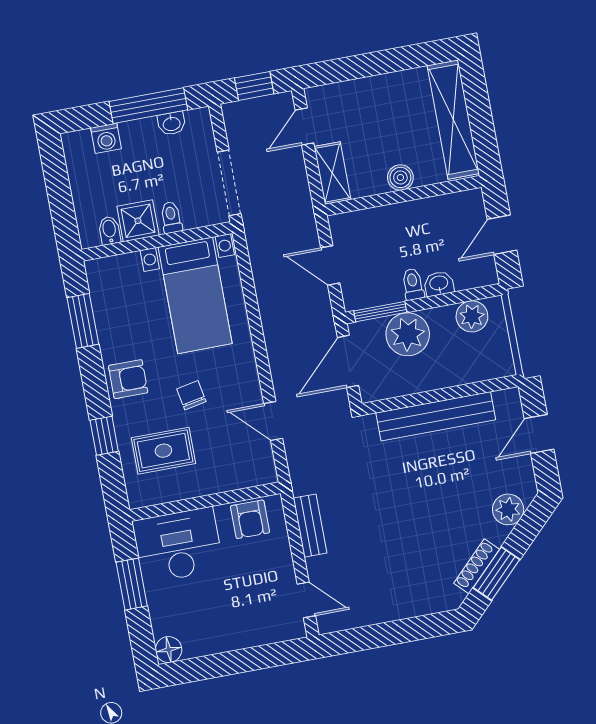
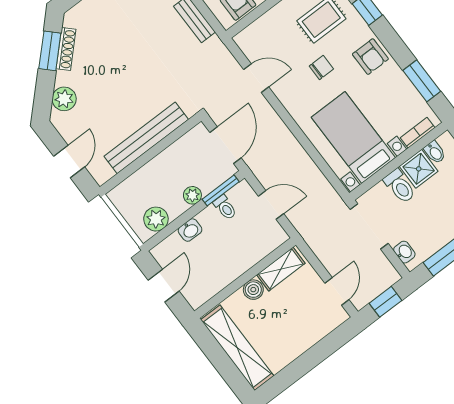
washbasin: (172, 123) -> (404, 252), moved, turned 90
shelving: (332, 173) -> (281, 269), moved, turned 90
toilet: (171, 217) -> (400, 186), width x1.37, depth x1.39
bookcase: (118, 263) -> (418, 133), added
toilet: (413, 284) -> (225, 207), moved
plant: (408, 334) -> (192, 195), width x0.53, depth x0.53
armchair: (128, 379) -> (370, 57), turned -90
chair: (191, 395) -> (321, 67), turned -79

